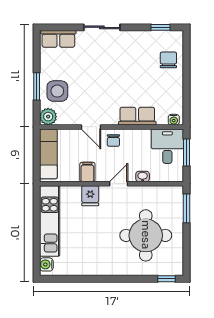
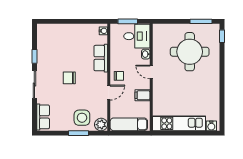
window: (160, 27) -> (34, 56), moved
chair: (168, 60) -> (69, 78), moved
desk: (167, 146) -> (137, 36), moved, turned 180
fridge: (90, 196) -> (160, 93), removed
window: (187, 208) -> (201, 21), moved

